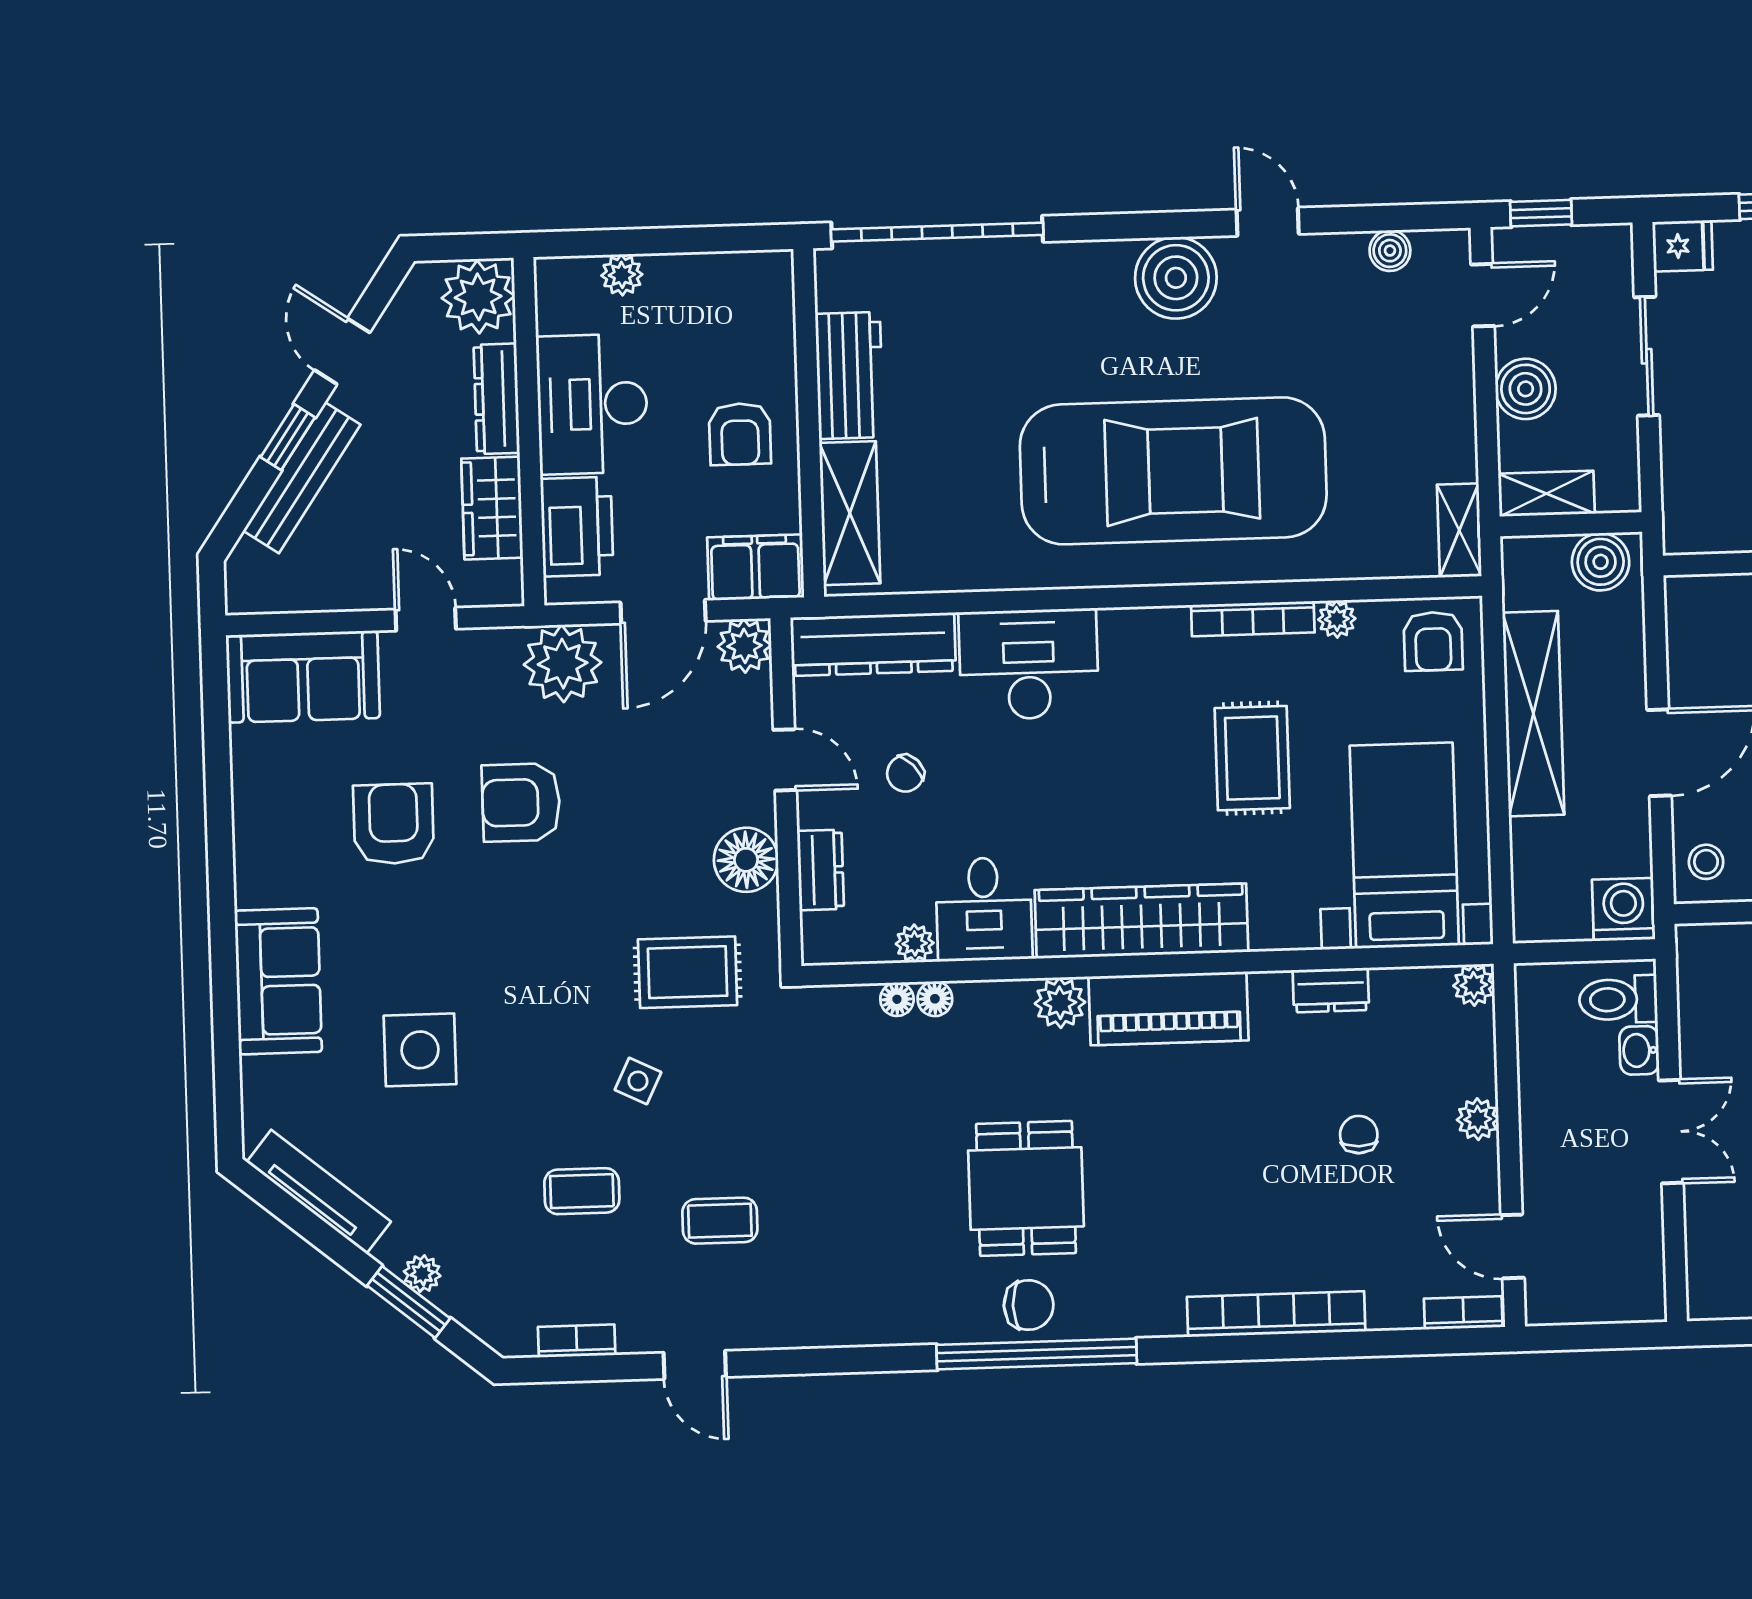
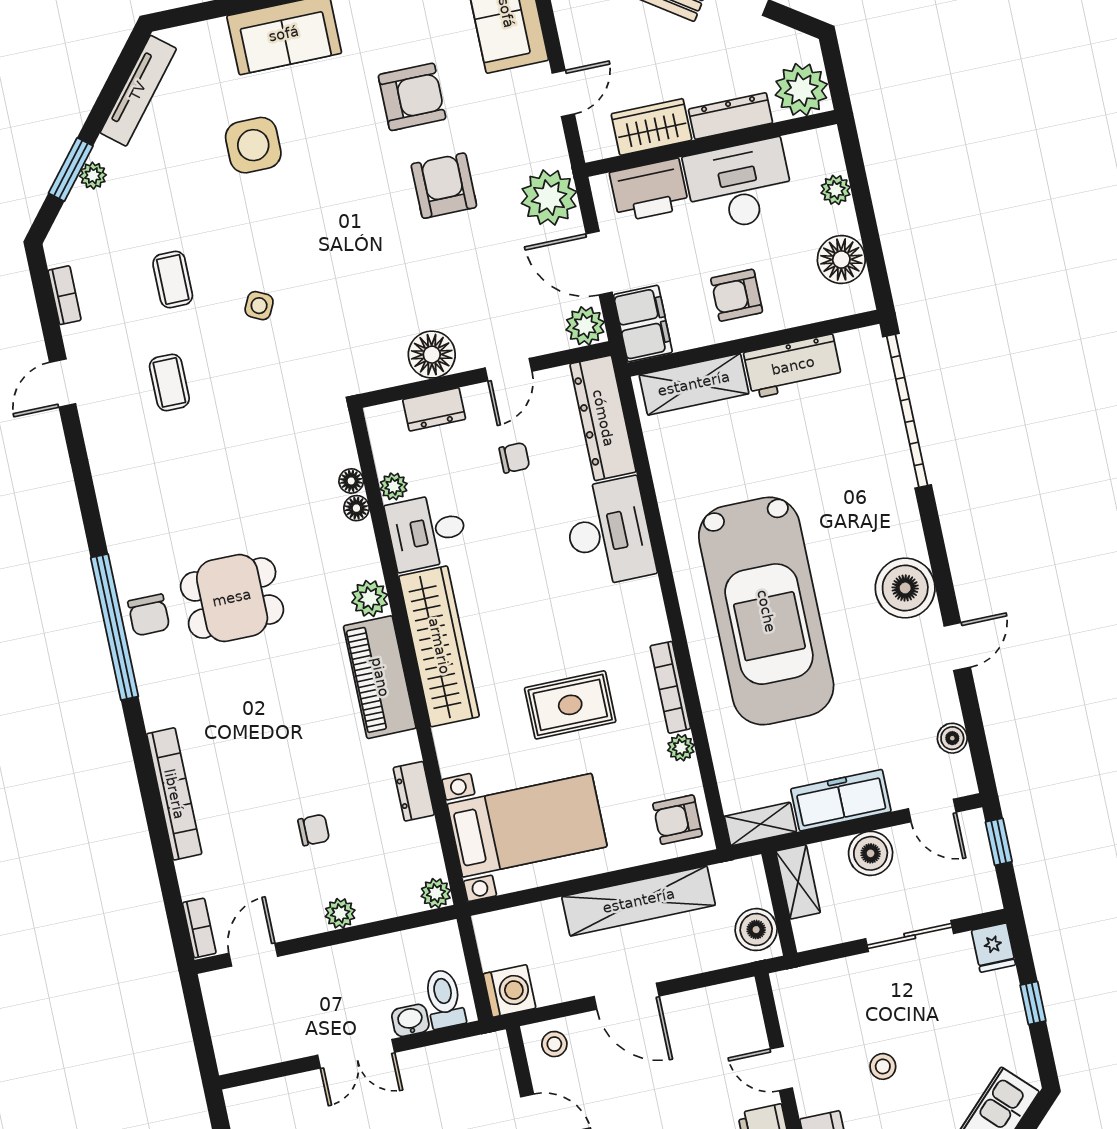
floor lamp: (717, 284) -> (841, 260), added
freezer: (1447, 416) -> (841, 800), added
chair: (905, 773) -> (514, 458), turned 134
rug: (688, 972) -> (344, 327), removed

